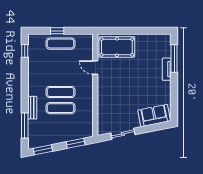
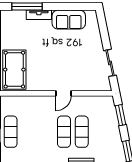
door: (95, 68) -> (63, 93), moved
sofa: (154, 116) -> (69, 20), moved, turned -79

